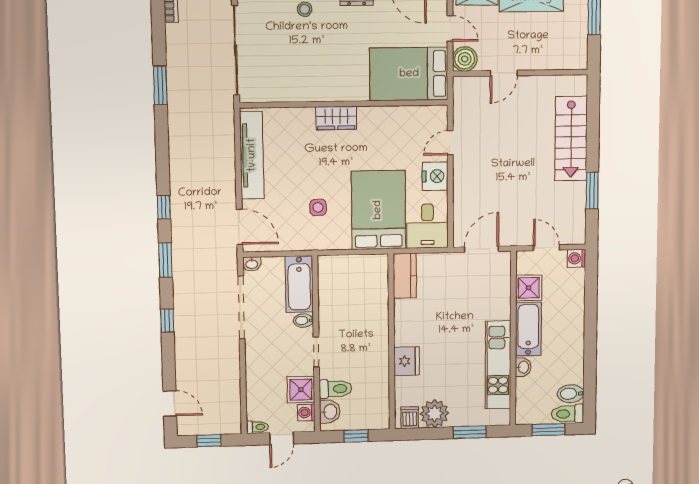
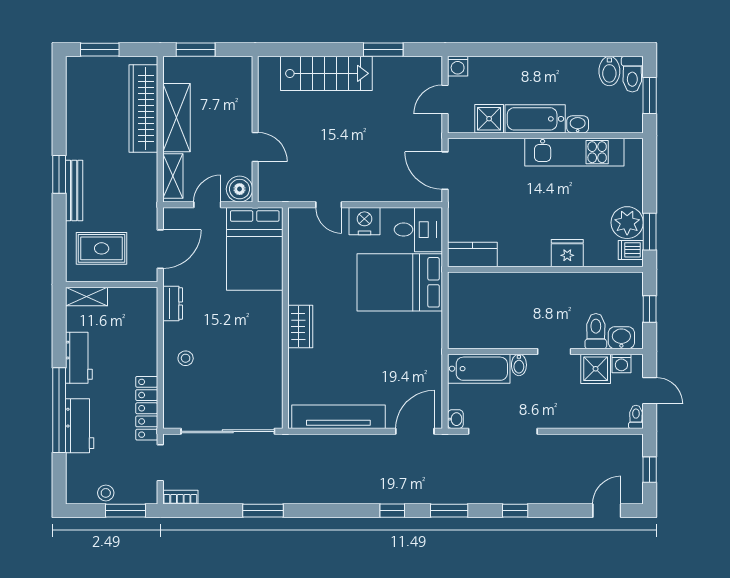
side table: (318, 207) -> (396, 347), removed
window: (470, 432) -> (650, 232), moved

